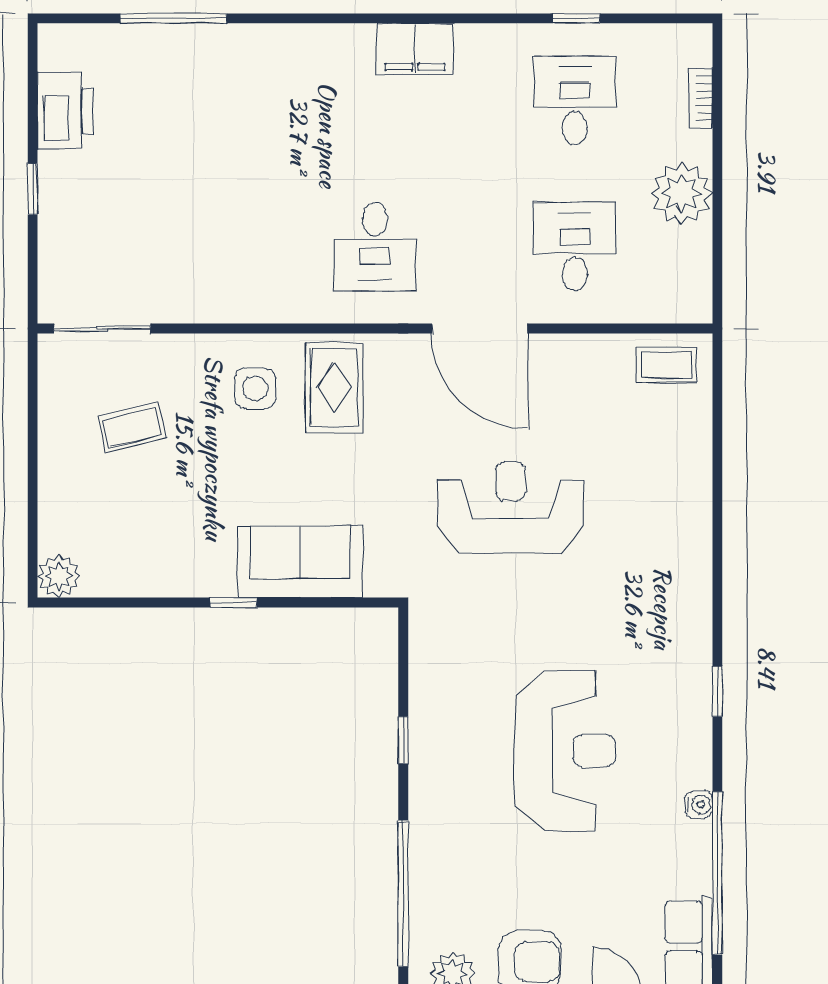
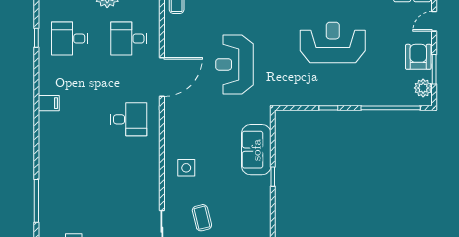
filing cabinet: (415, 49) -> (49, 103), width x0.50
rug: (334, 388) -> (186, 136), removed

